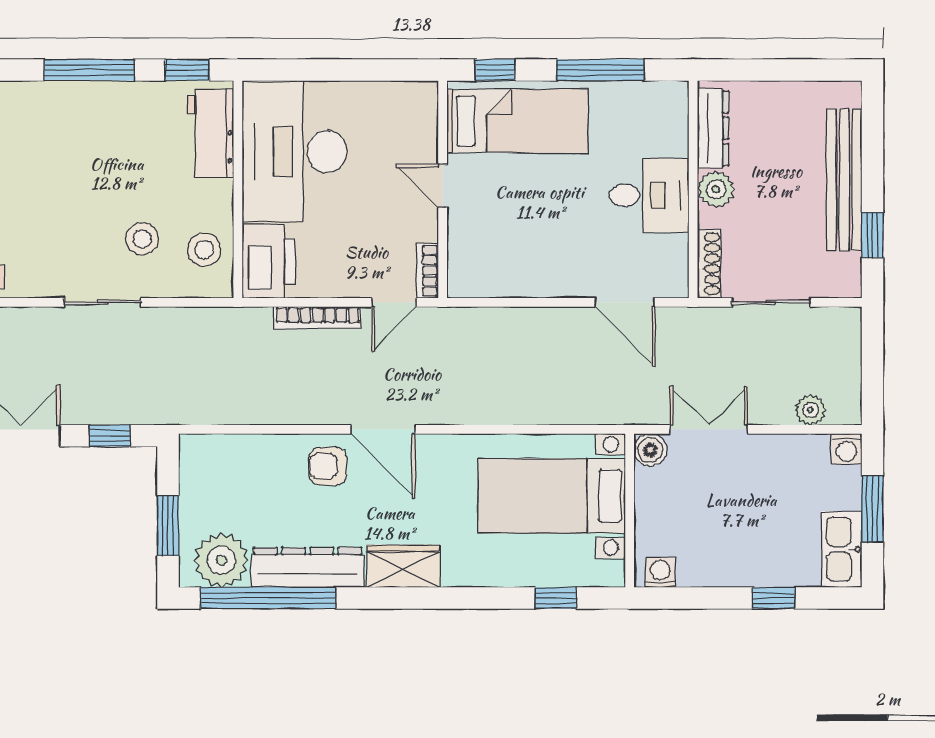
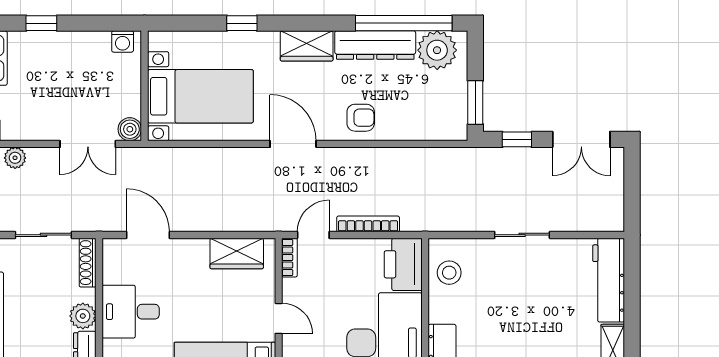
stool: (142, 239) -> (494, 280), removed
wardrobe: (501, 277) -> (237, 253), added
door: (383, 429) -> (293, 144), moved
window: (168, 526) -> (475, 103), moved
window: (556, 598) -> (242, 23), moved

